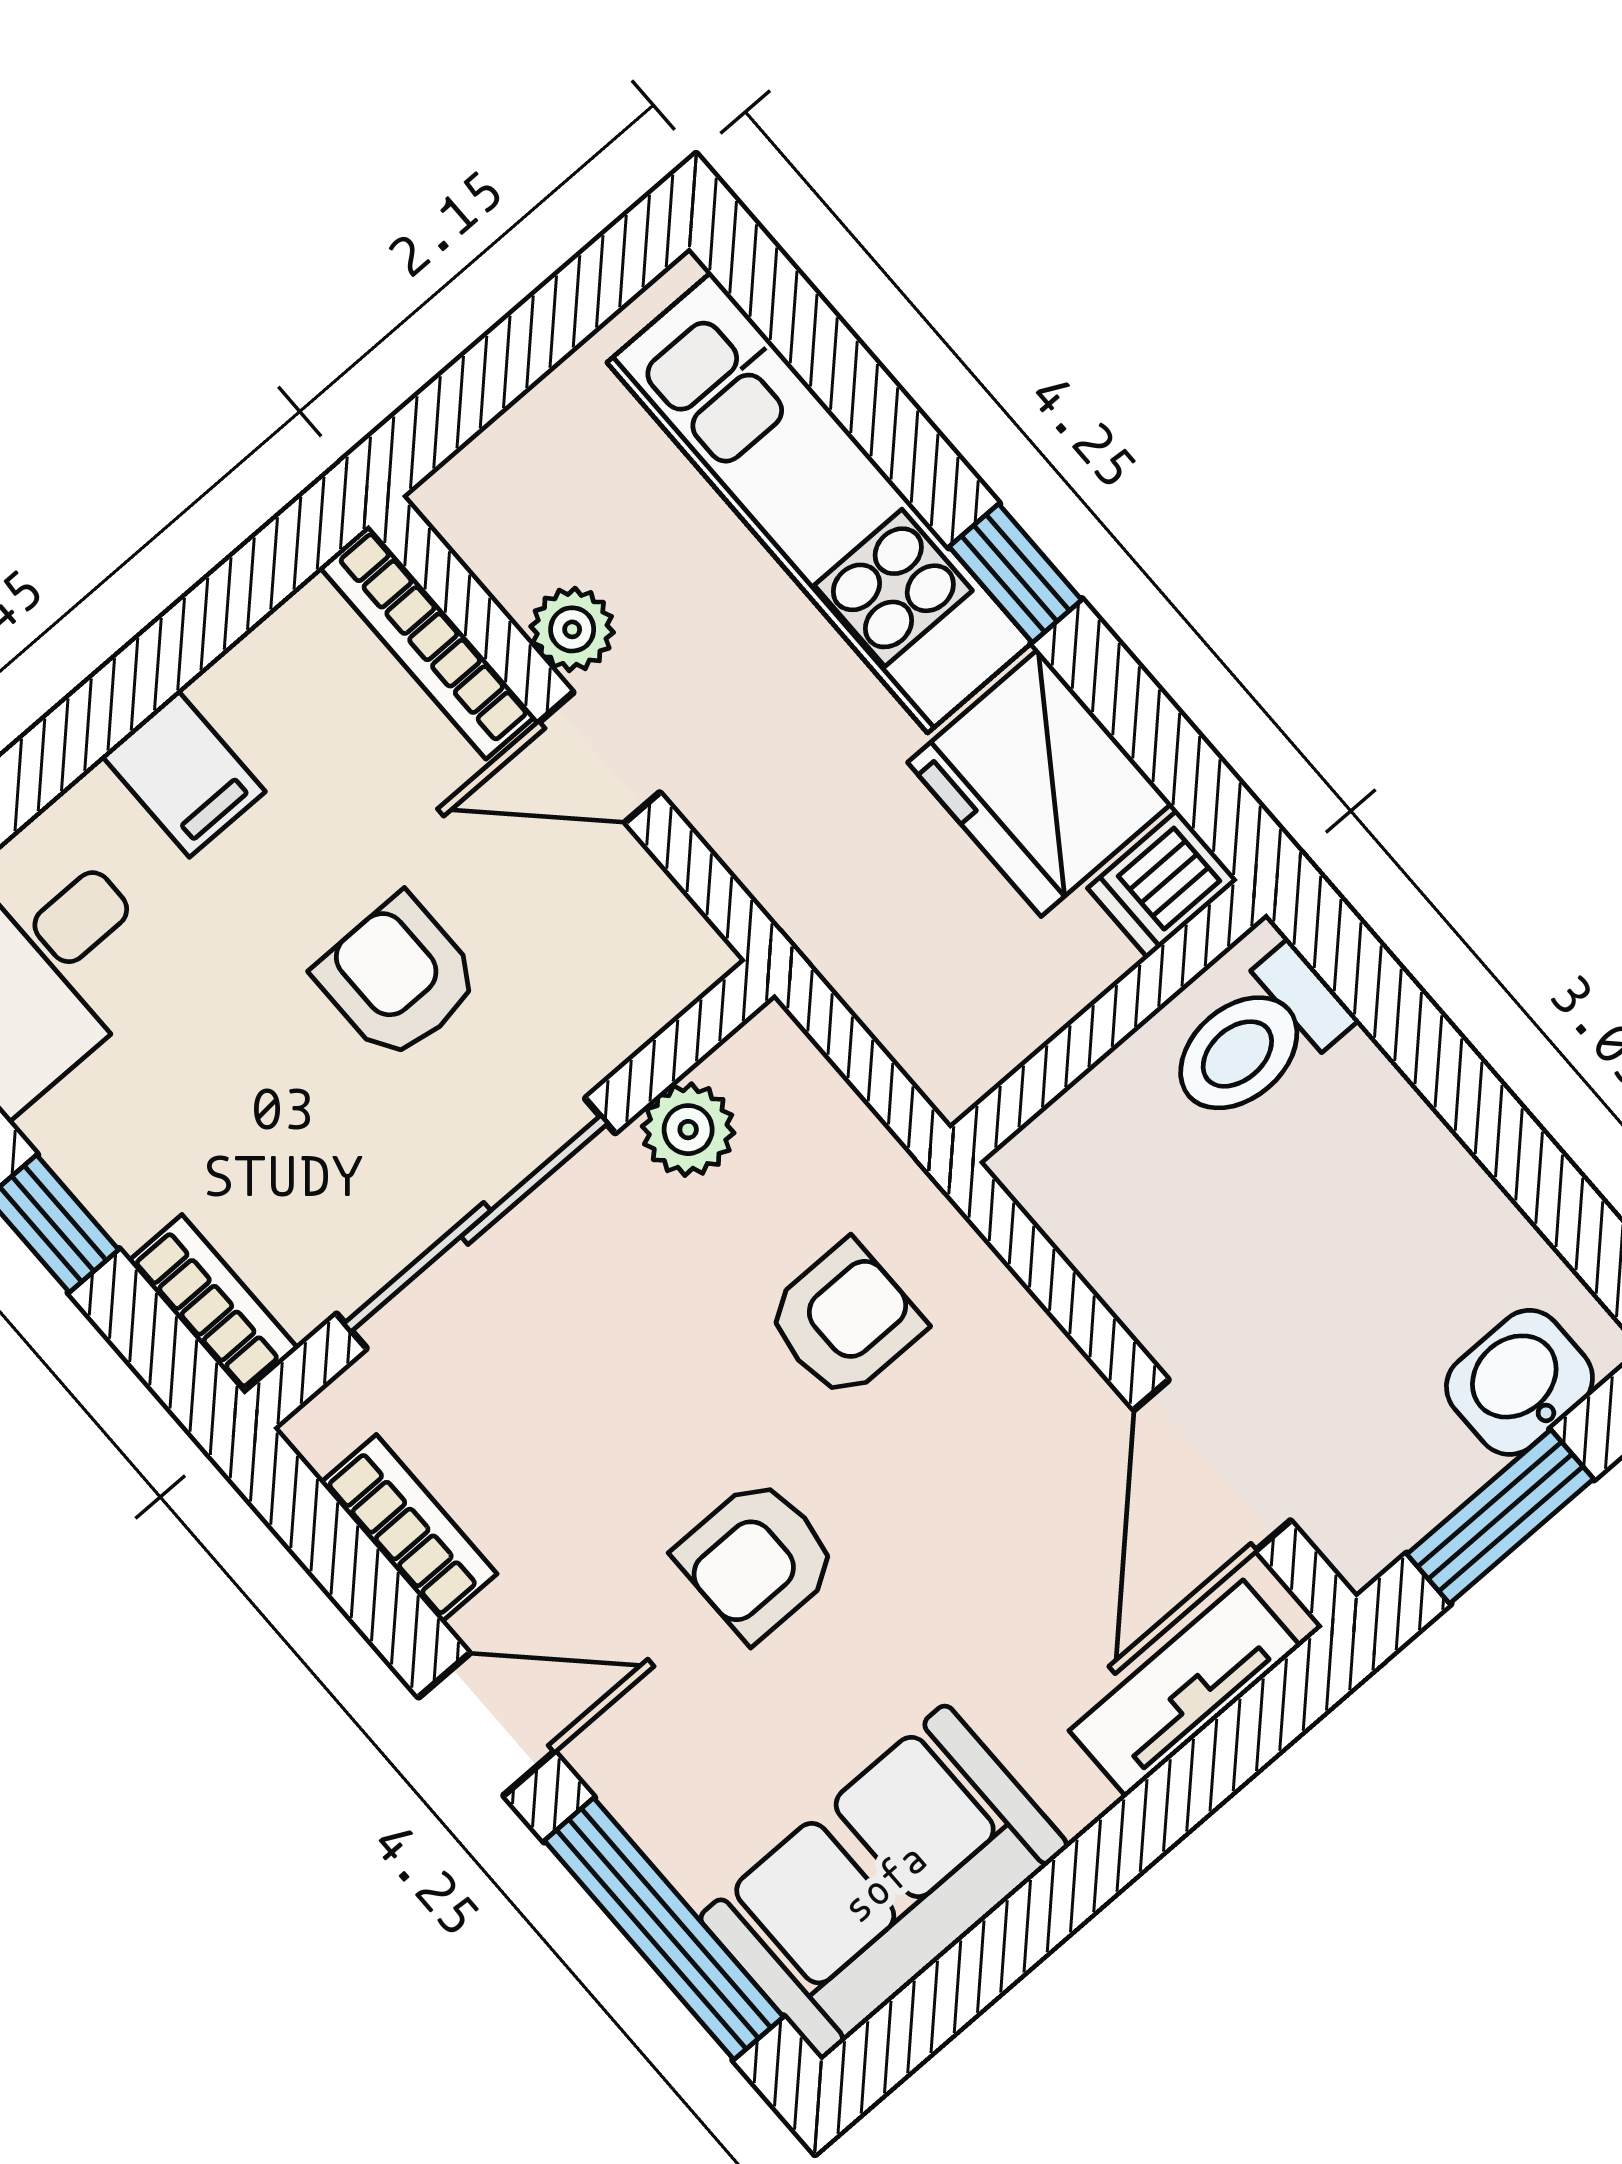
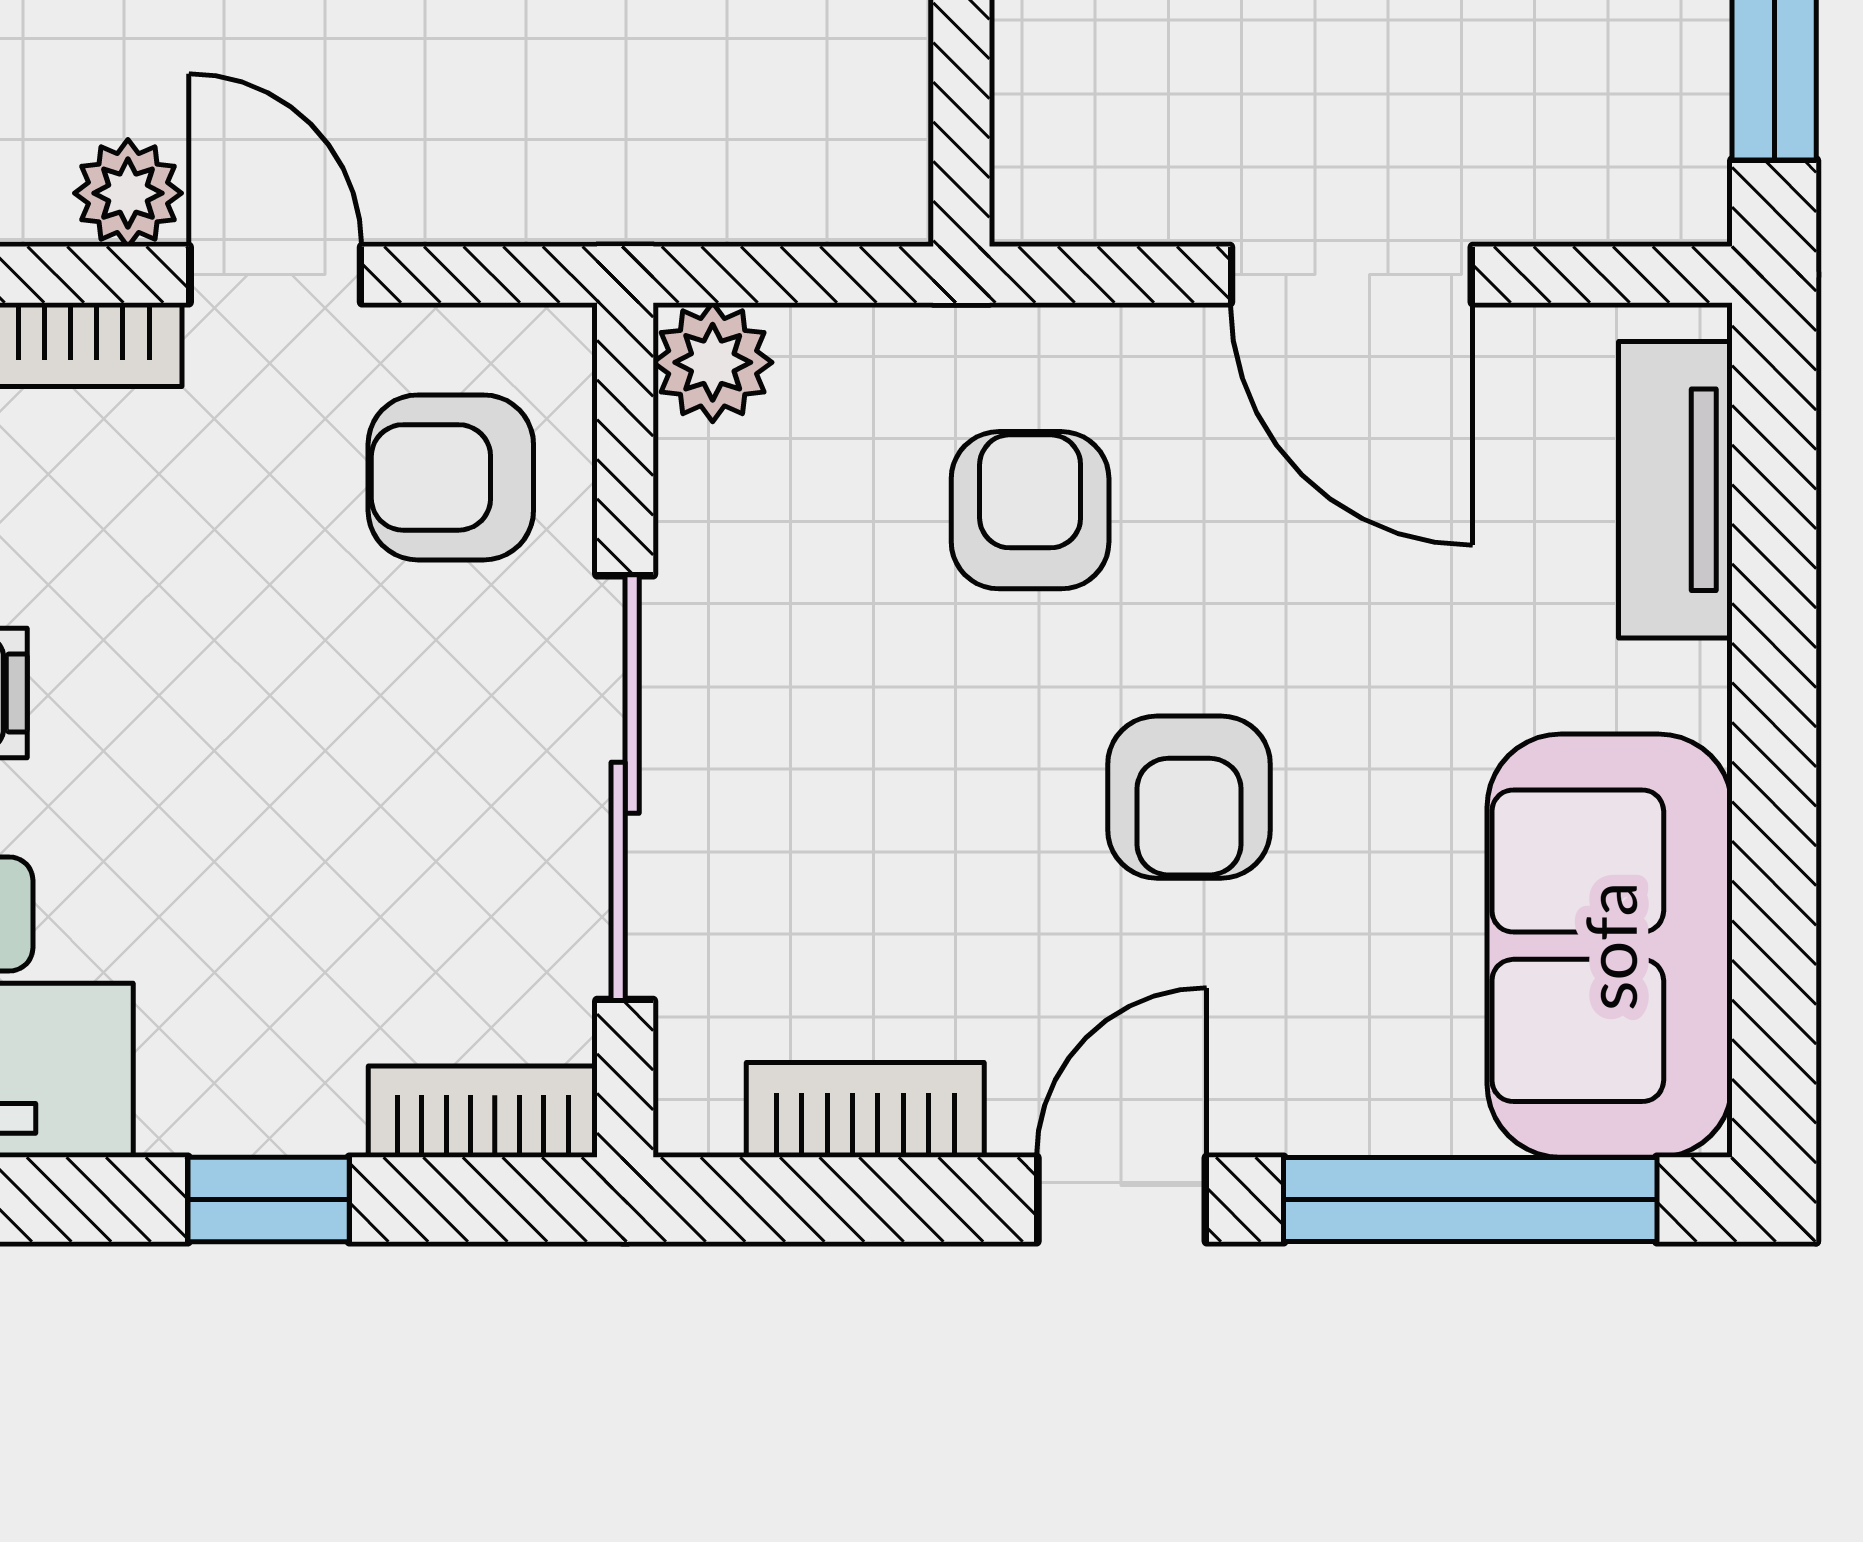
door: (599, 757) -> (275, 275), swing flipped
armchair: (398, 978) -> (451, 477), moved
plant: (688, 1130) -> (713, 362), moved
door: (1212, 1465) -> (1351, 275), moved

